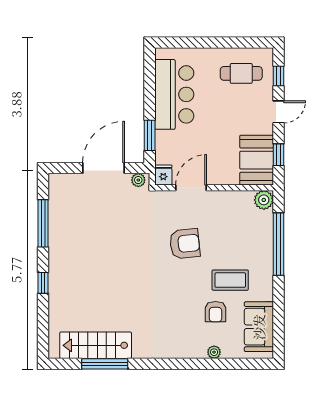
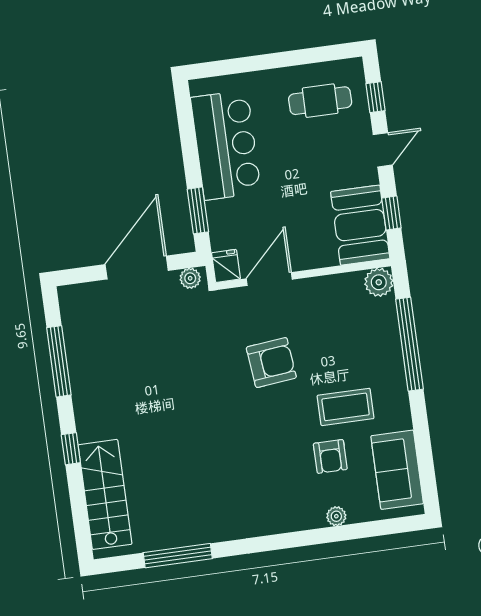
stairs: (96, 345) -> (105, 494), moved, turned 90

